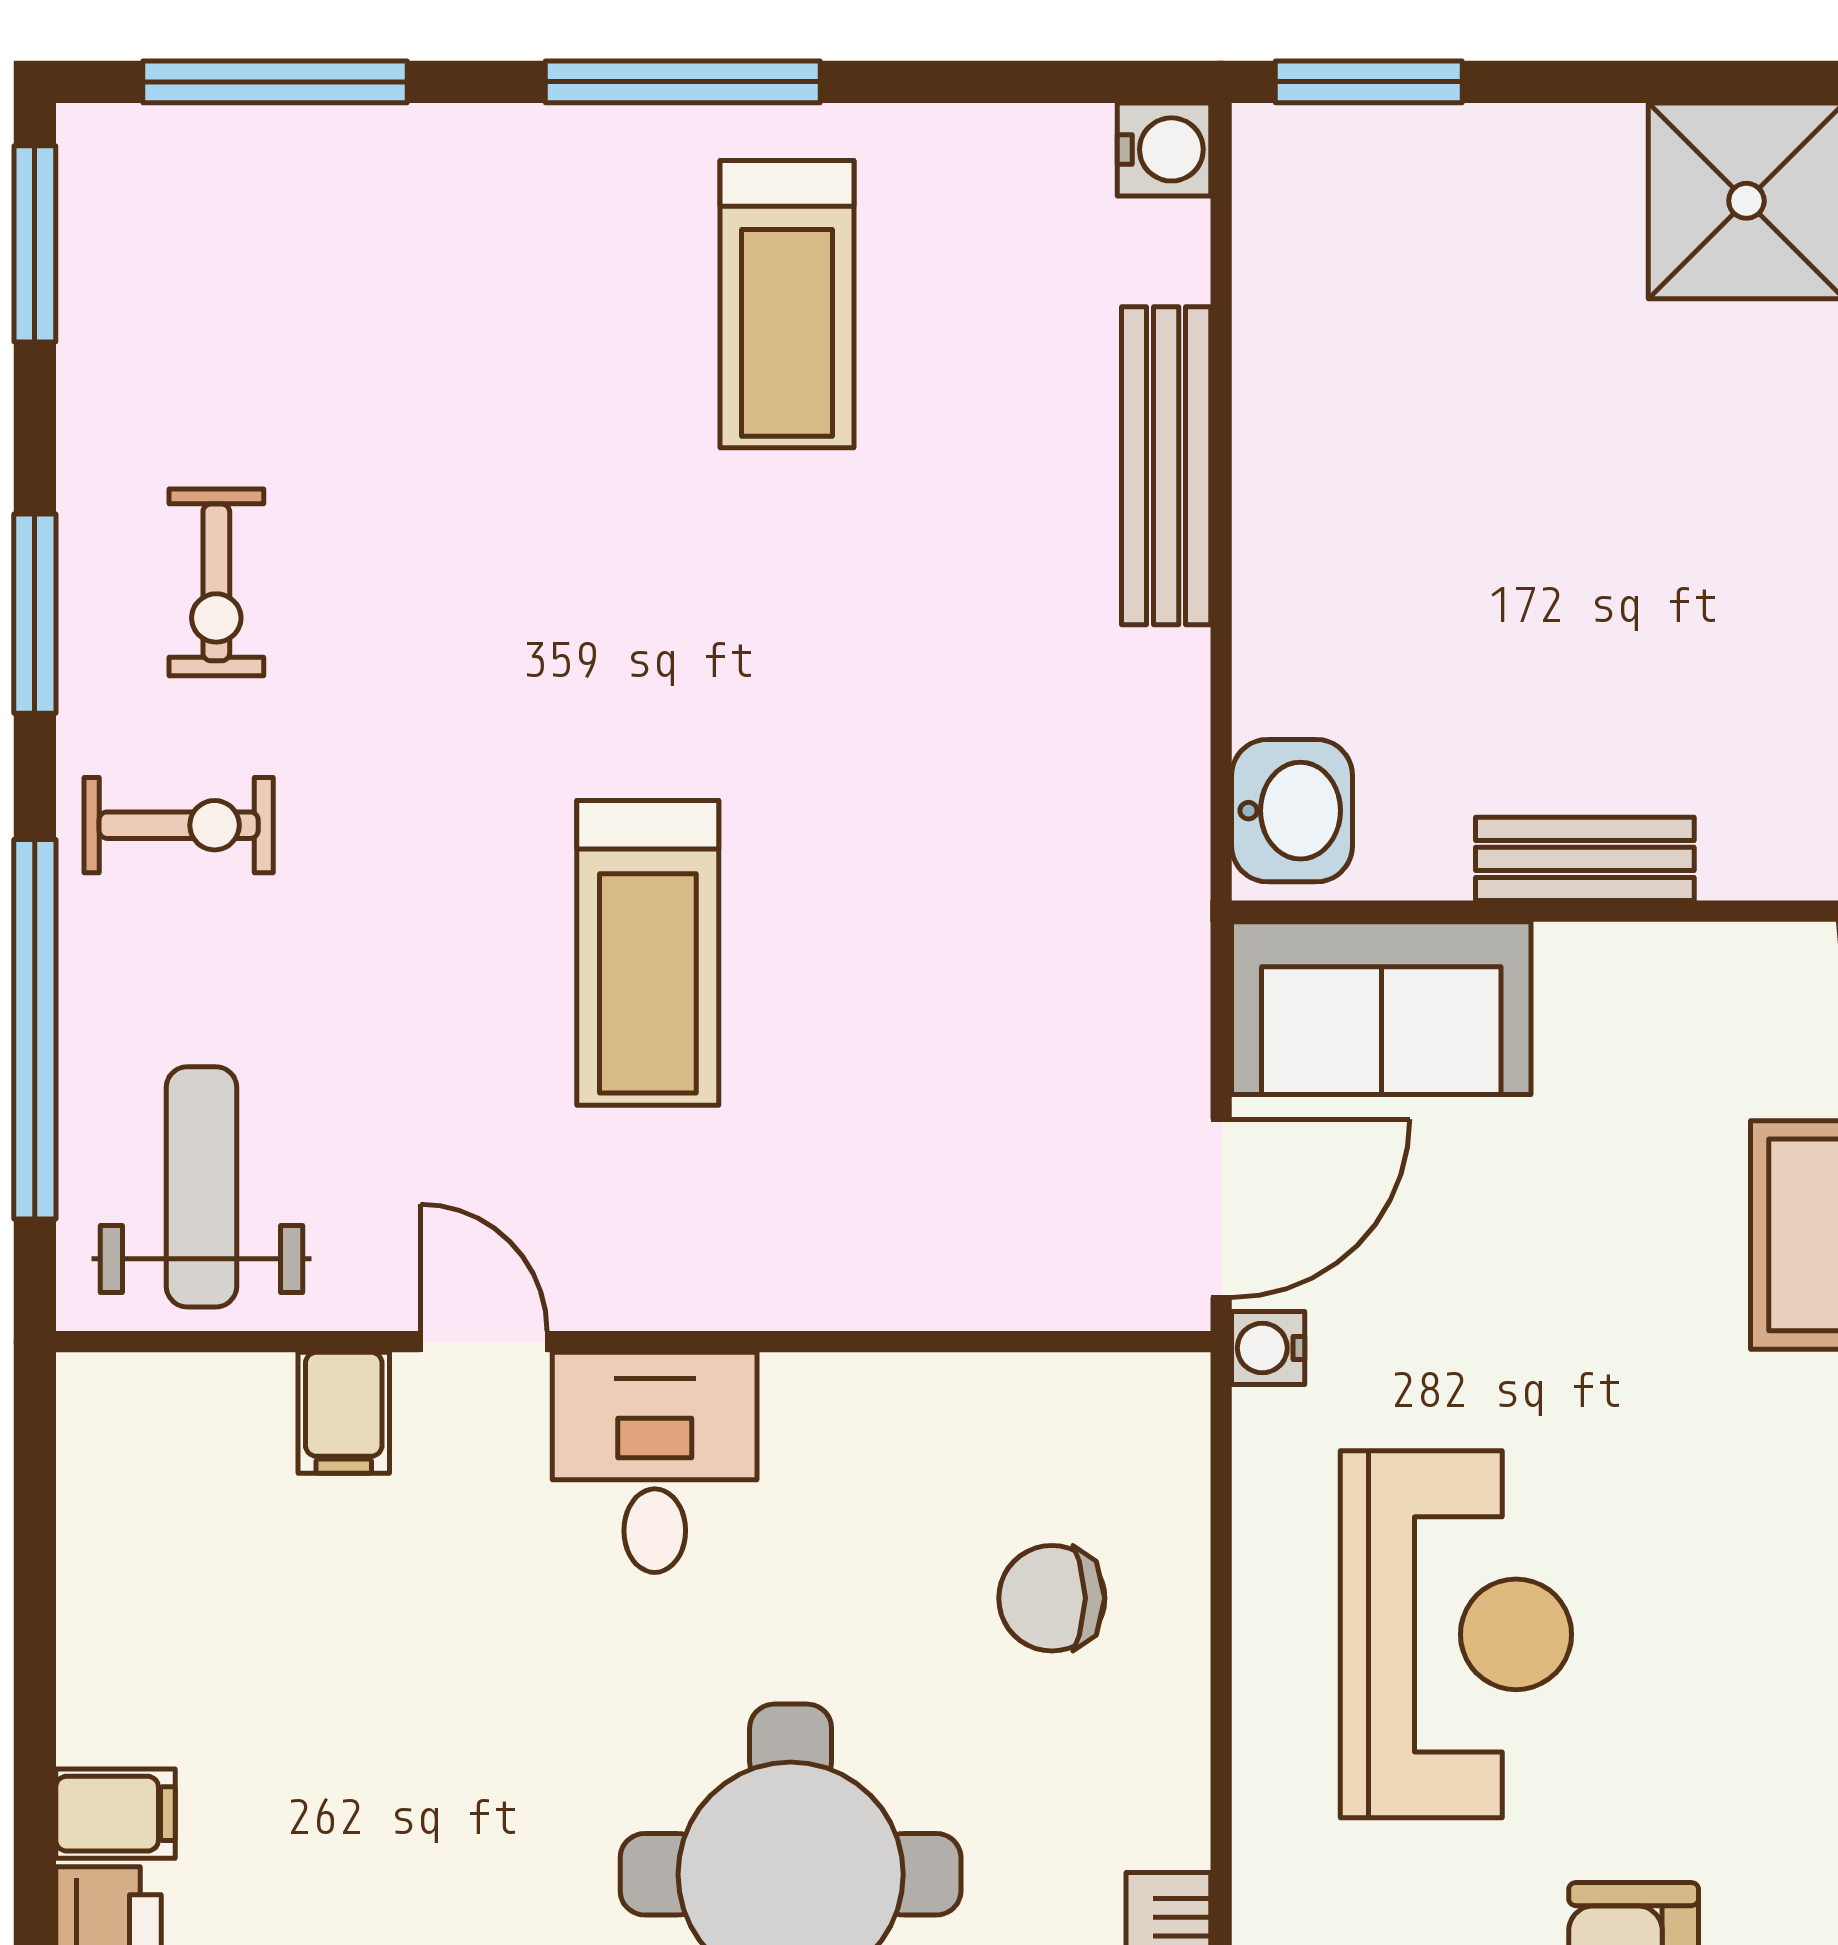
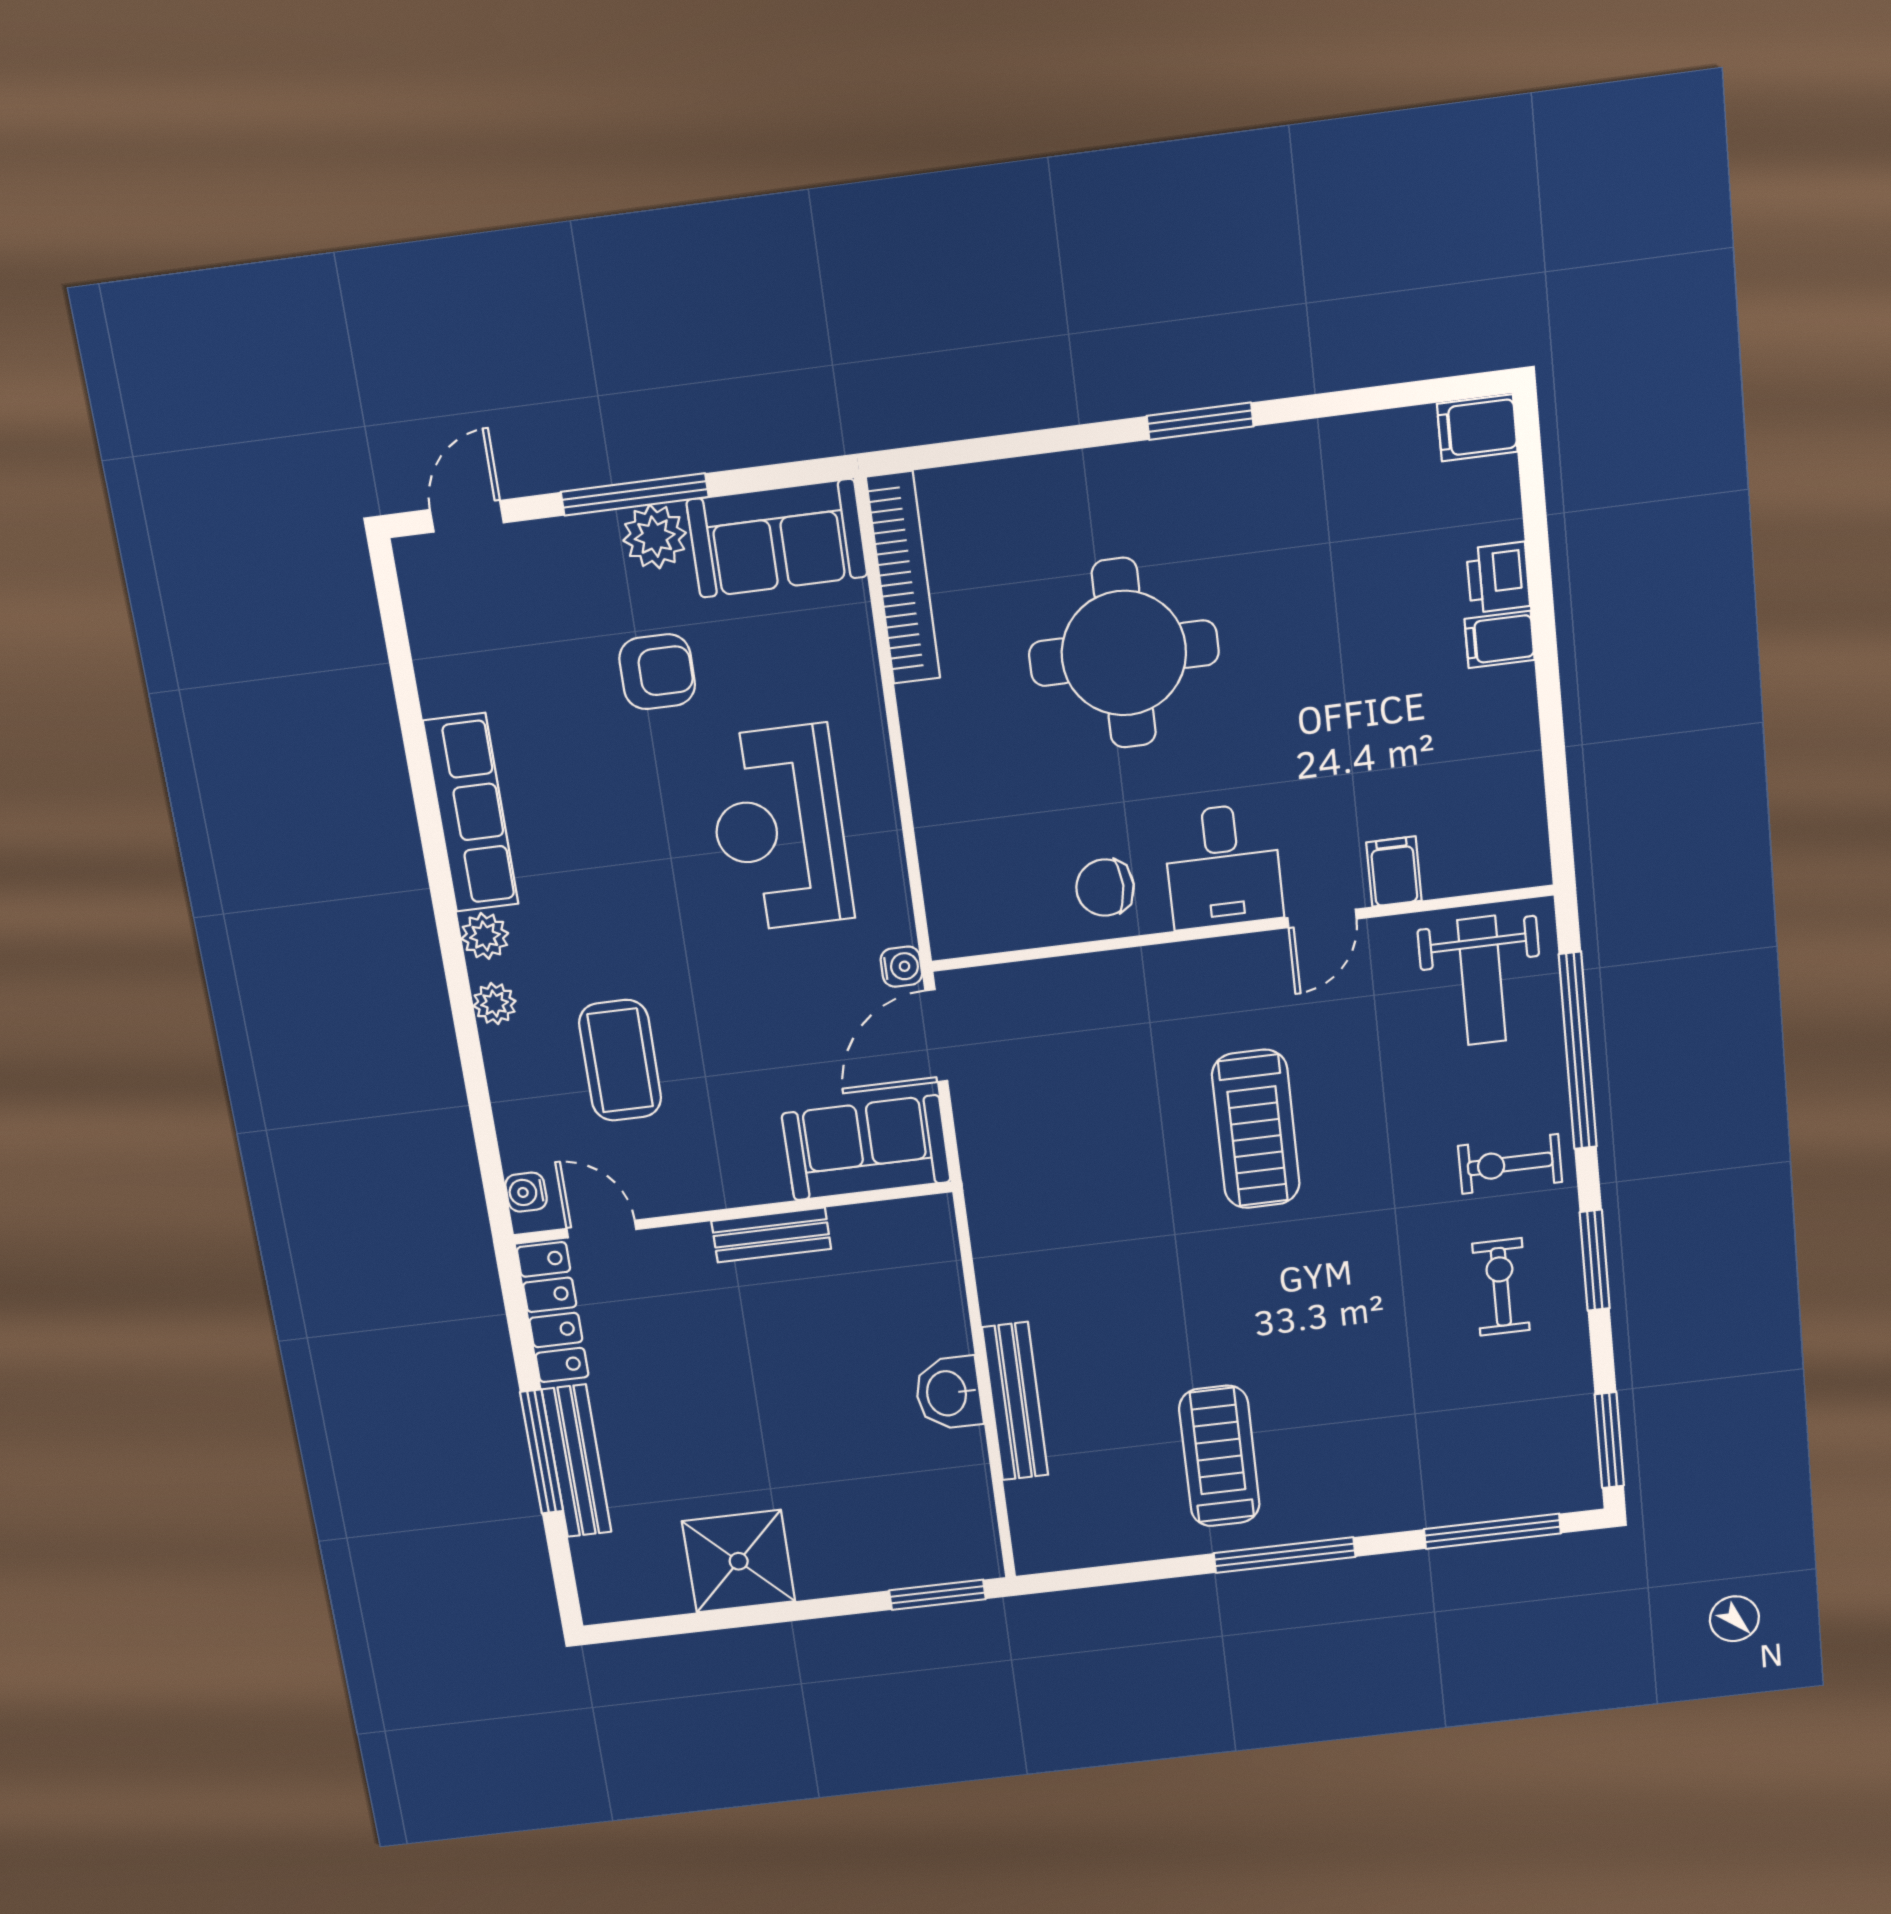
water cooler: (1164, 149) -> (1036, 1551), removed
washbasin: (1292, 811) -> (948, 1393), moved
treadmill: (648, 953) -> (1256, 1129), turned 180
door: (484, 1342) -> (1322, 918), hinge flipped
chair: (1052, 1598) -> (1105, 888), moved, turned 180

